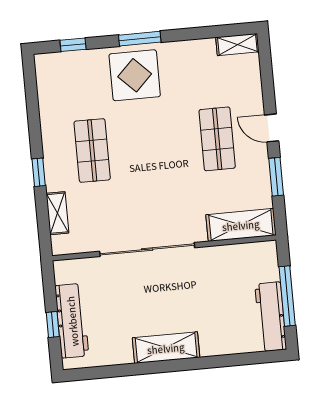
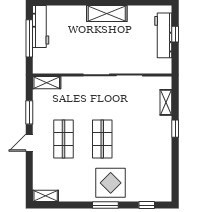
door: (272, 128) -> (29, 143), swing flipped
shop shelf: (92, 150) -> (102, 139), moved
shelving: (241, 225) -> (47, 83), width x0.67, depth x0.75

